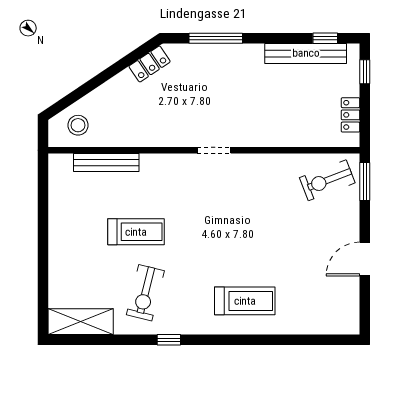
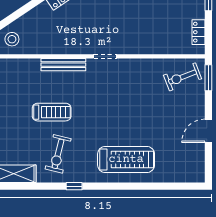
bench: (106, 162) -> (63, 65), moved
treadmill: (245, 301) -> (126, 159), width x1.37, depth x1.38

